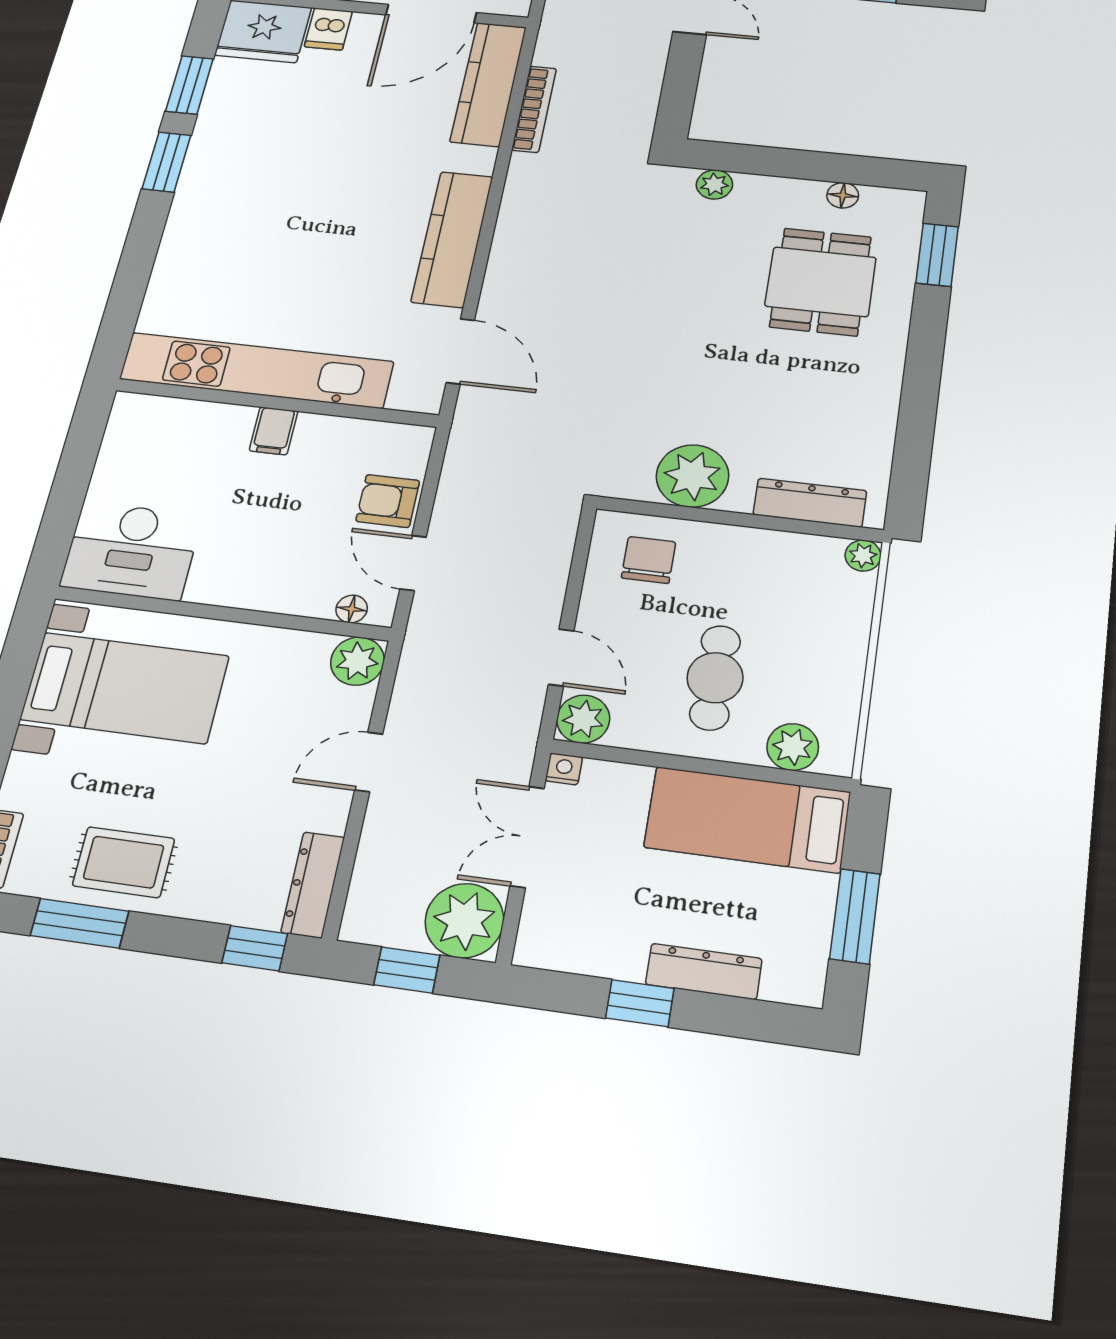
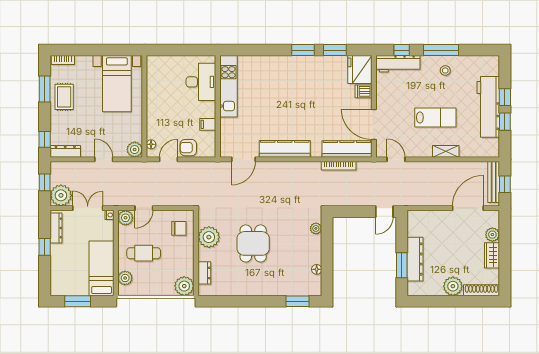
dining table: (821, 282) -> (253, 243), moved, turned 90
kitchen unit: (256, 370) -> (228, 86), width x0.73
filing cabinet: (274, 431) -> (208, 124), moved
armchair: (388, 501) -> (188, 148), turned -90
dresser: (810, 503) -> (204, 273), width x0.70
desk: (131, 551) -> (201, 82), moved, turned 180
plant: (863, 556) -> (184, 286), width x1.87, depth x1.87
dresser: (704, 971) -> (56, 228), moved

